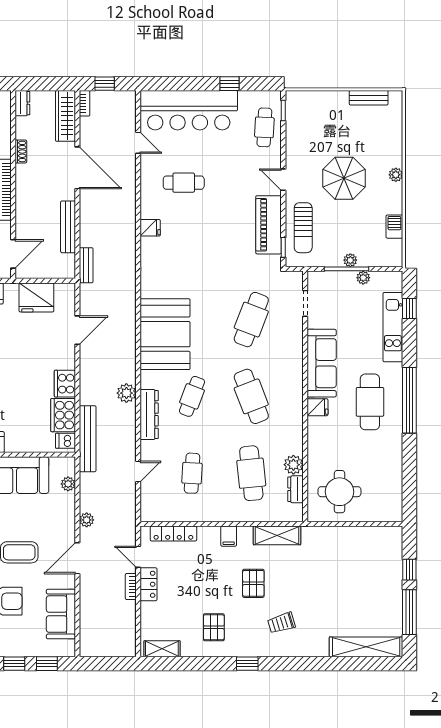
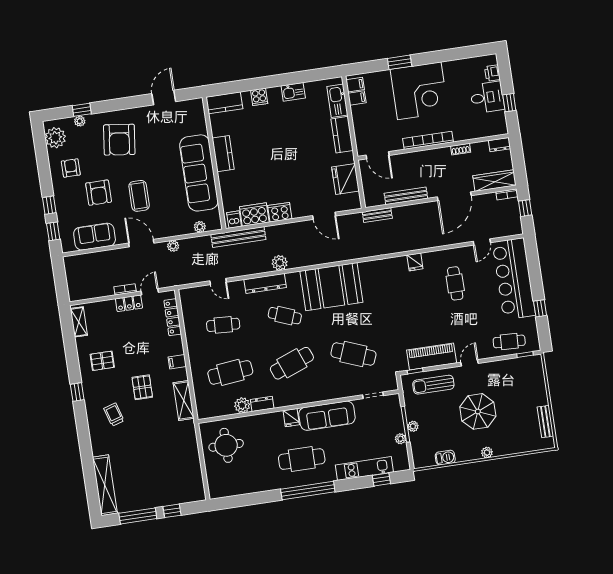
dresser: (296, 489) -> (262, 404), moved
pallet: (253, 583) -> (142, 387), turned 90

